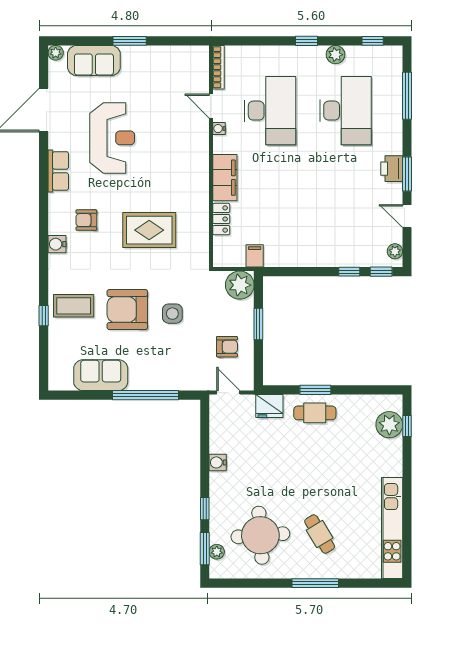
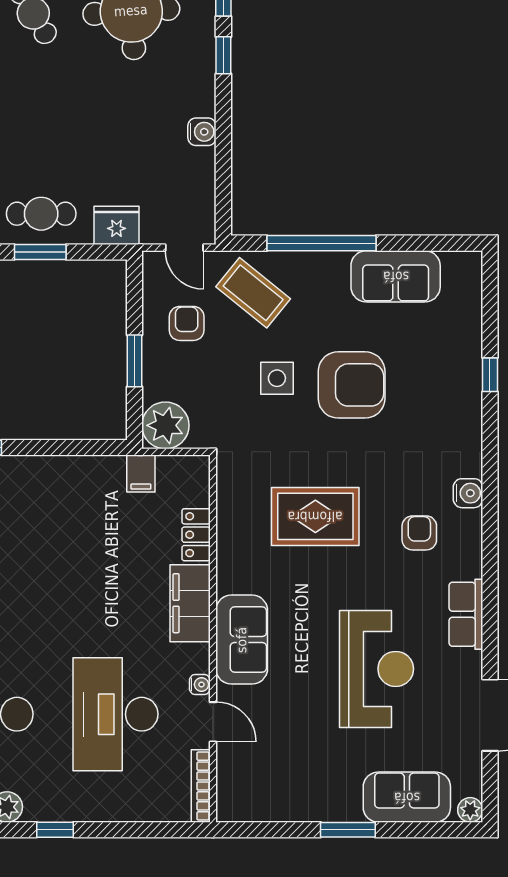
reception desk: (112, 138) -> (377, 669), turned 180
sofa: (194, 156) -> (242, 640), added
armchair: (86, 220) -> (419, 533), turned -90
coffee table: (74, 306) -> (253, 293), moved, turned 39
armchair: (227, 347) -> (187, 323), turned 90

